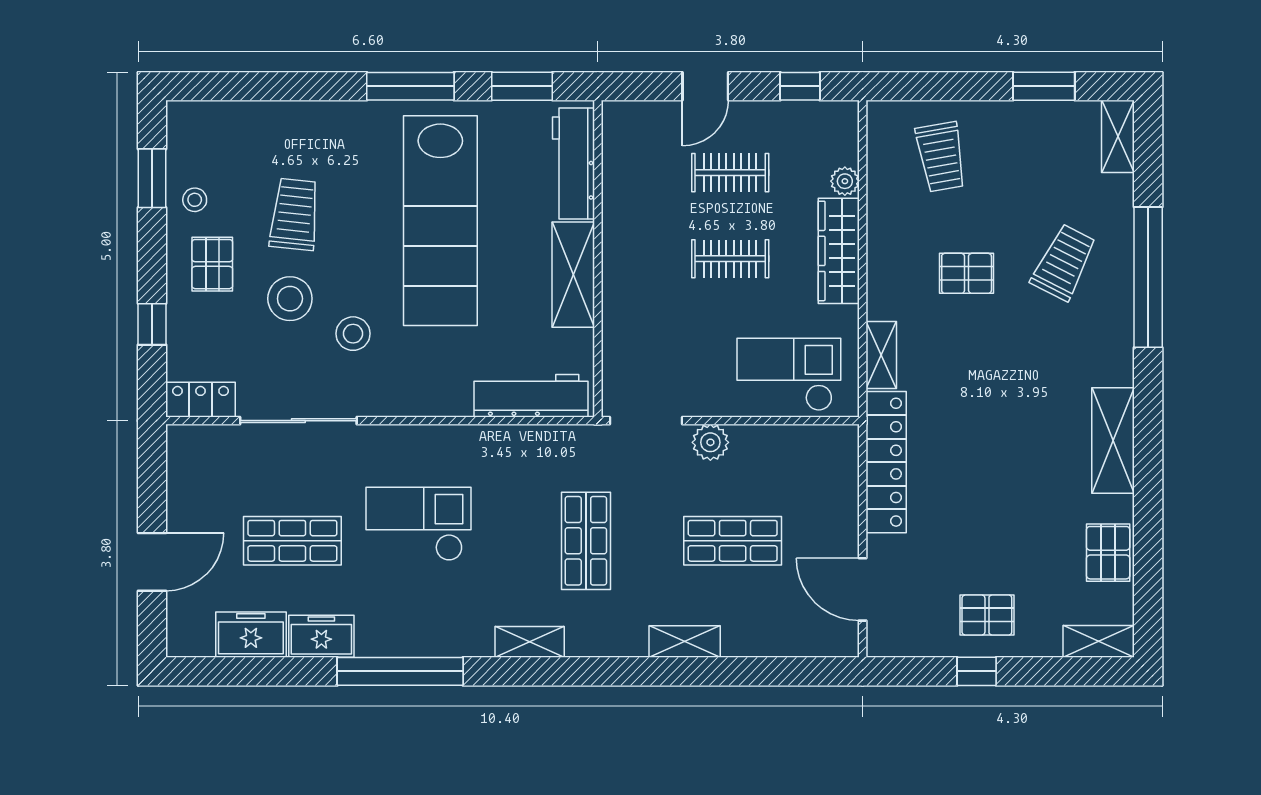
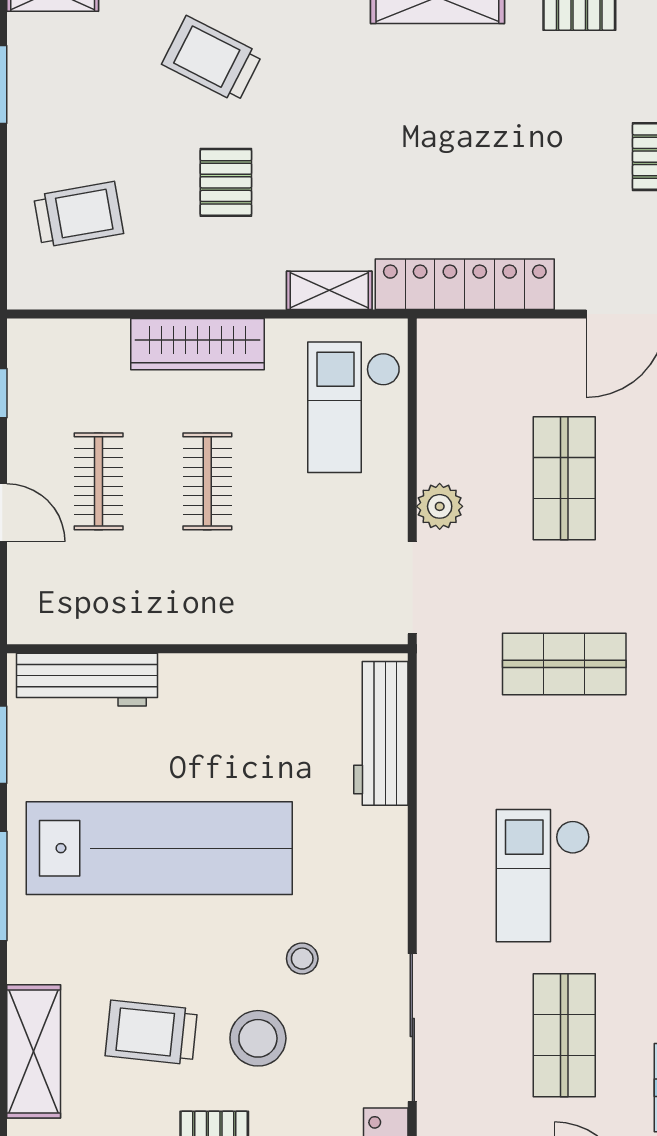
plant: (845, 181) -> (109, 336), removed
shelving: (573, 275) -> (34, 1051), moved, turned 90
stool: (353, 334) -> (302, 959), width x0.73, depth x0.73

